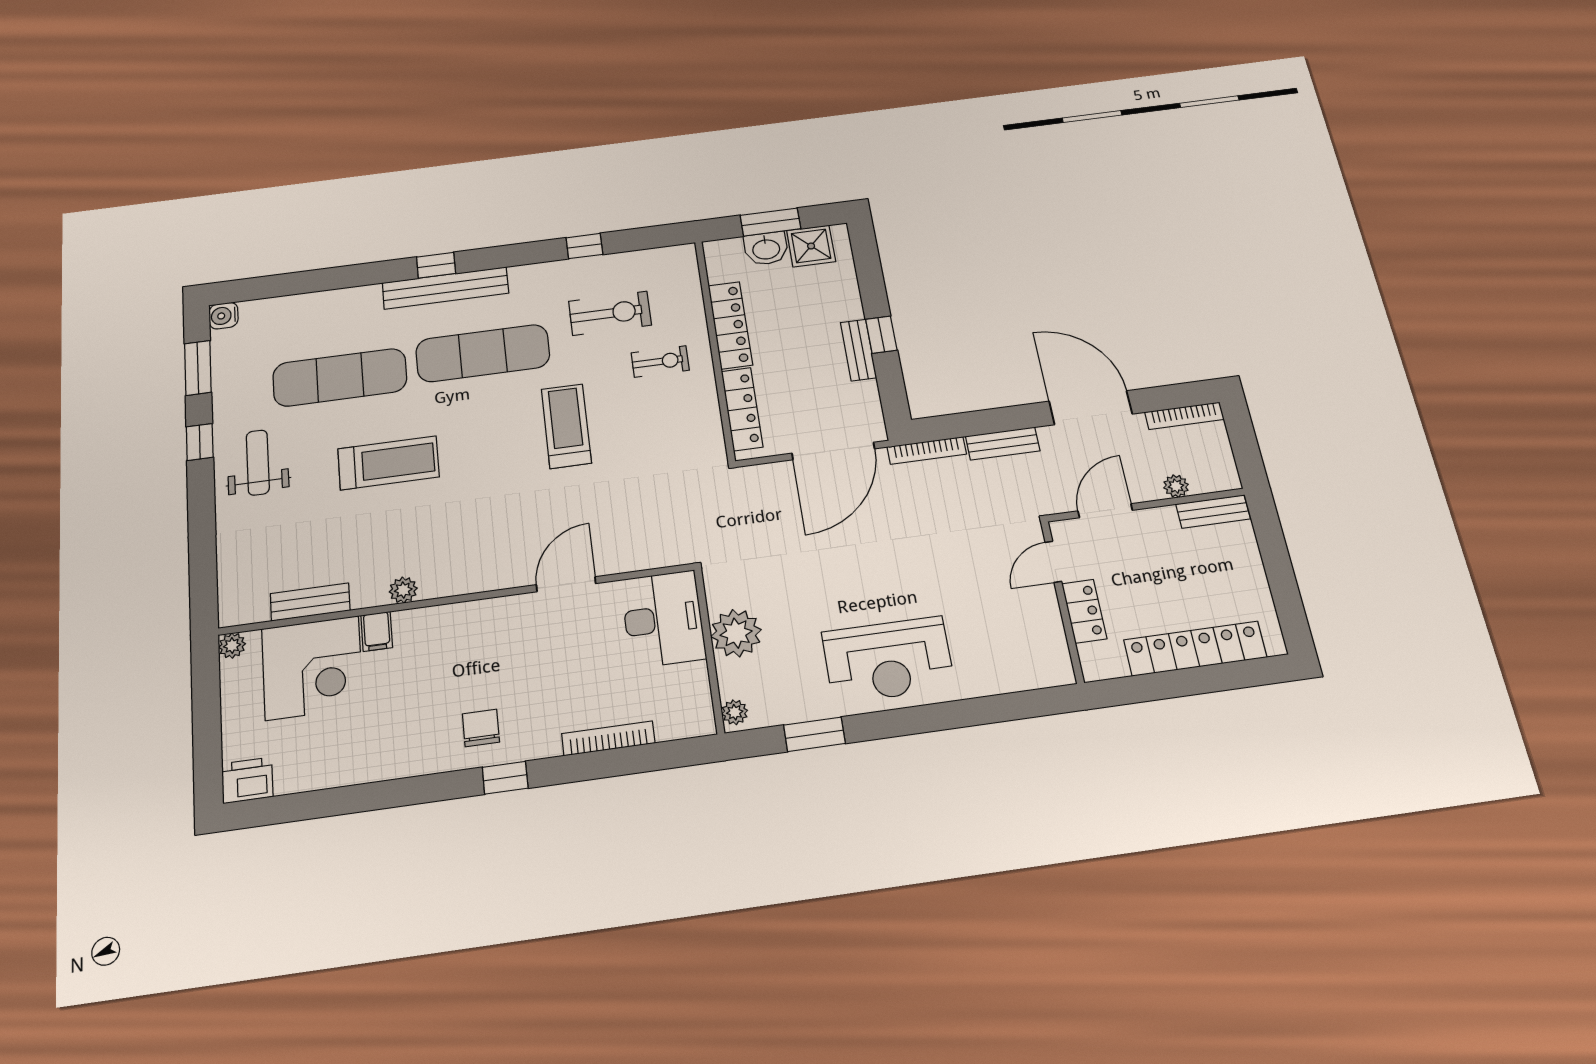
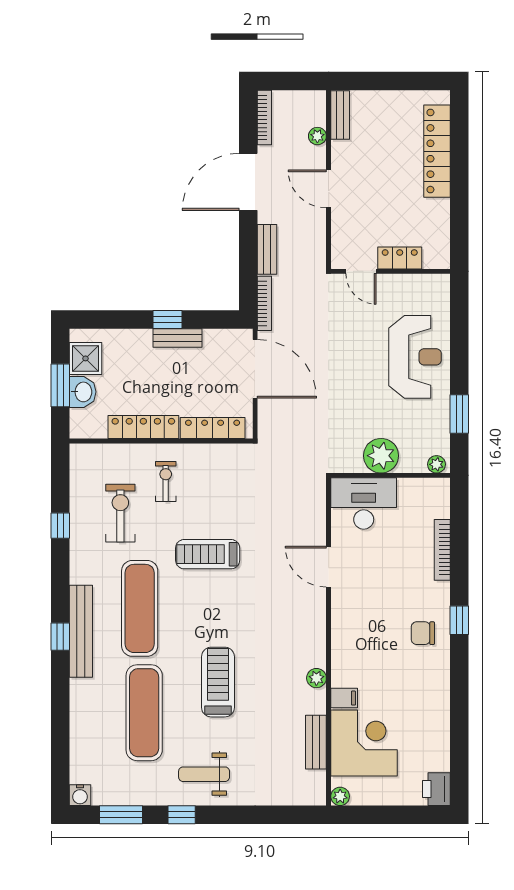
door: (1053, 562) -> (361, 271), moved
wall: (1062, 601) -> (390, 271), moved
locker: (1084, 611) -> (400, 258), moved

